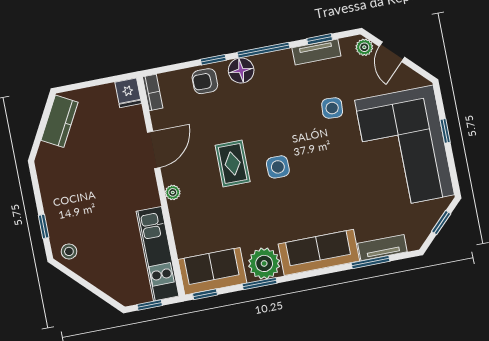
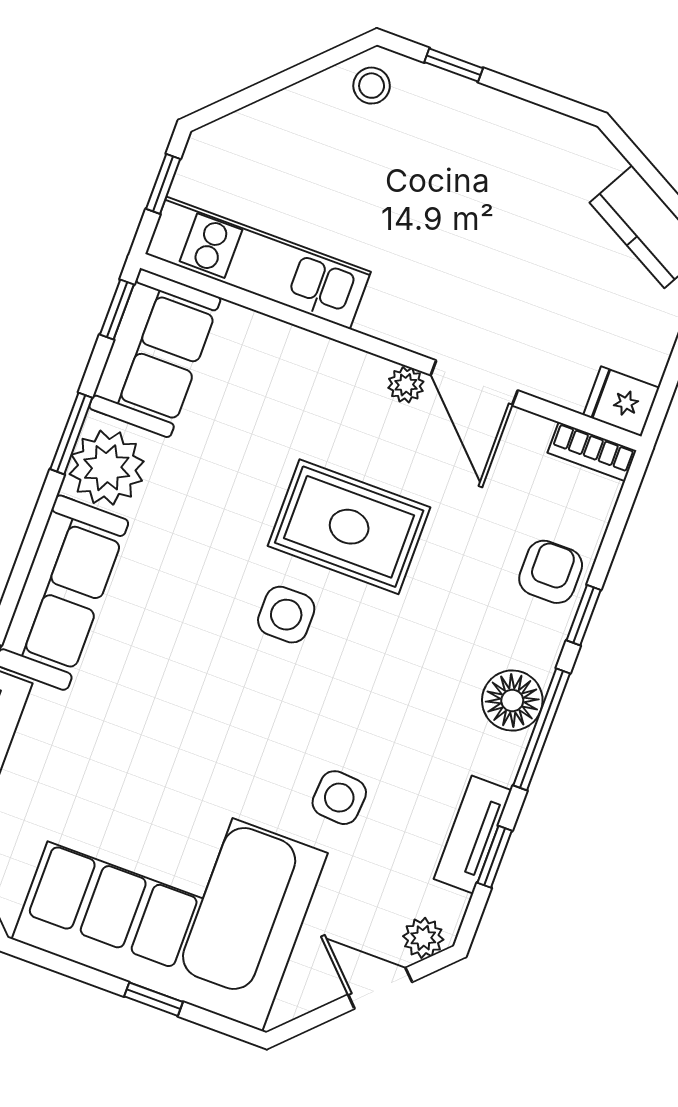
floor lamp: (241, 70) -> (512, 701), moved
rug: (233, 163) -> (349, 527), width x1.36, depth x1.43
plant: (173, 192) -> (406, 385), moved

